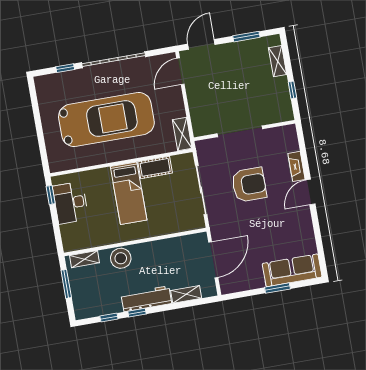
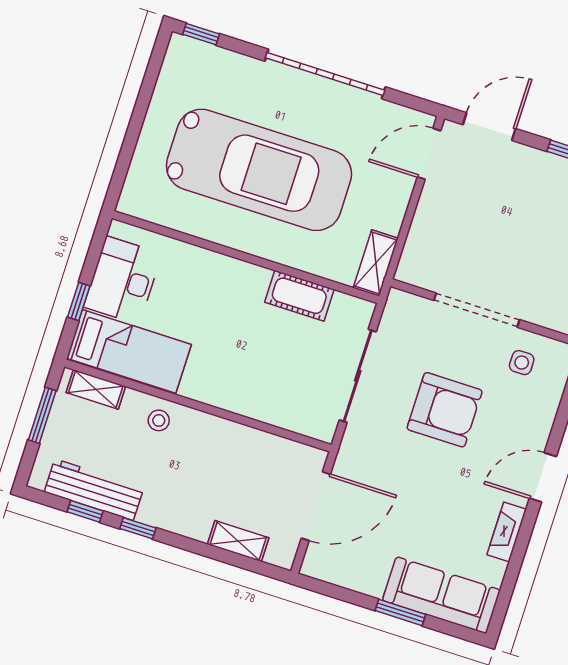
window: (65, 68) -> (201, 34), moved
side table: (273, 145) -> (522, 363), added
fireplace: (296, 166) -> (507, 532), moved
bed: (129, 193) -> (129, 351), moved, turned -90
window: (51, 195) -> (79, 301), moved
stool: (121, 258) -> (159, 420), width x0.53, depth x0.53
workbench: (146, 299) -> (94, 490), moved

